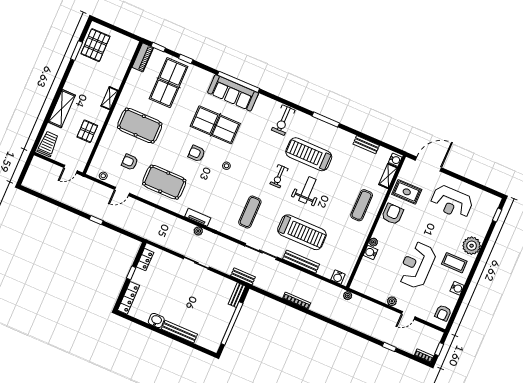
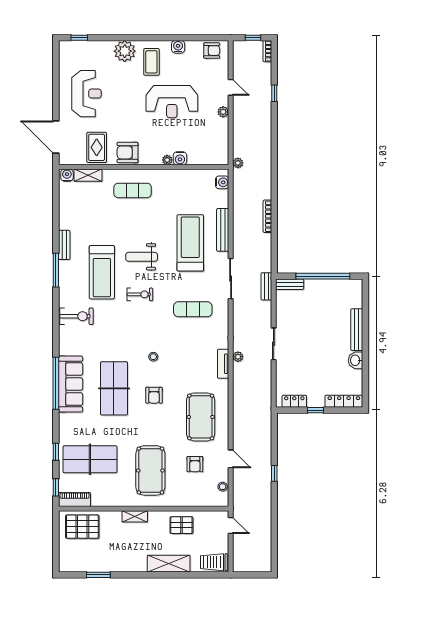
pallet: (95, 45) -> (82, 527), moved
bench: (366, 145) -> (64, 245), moved

